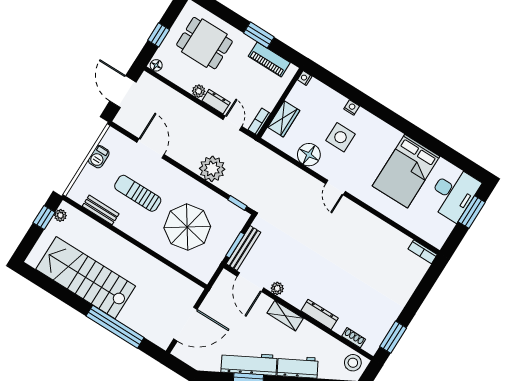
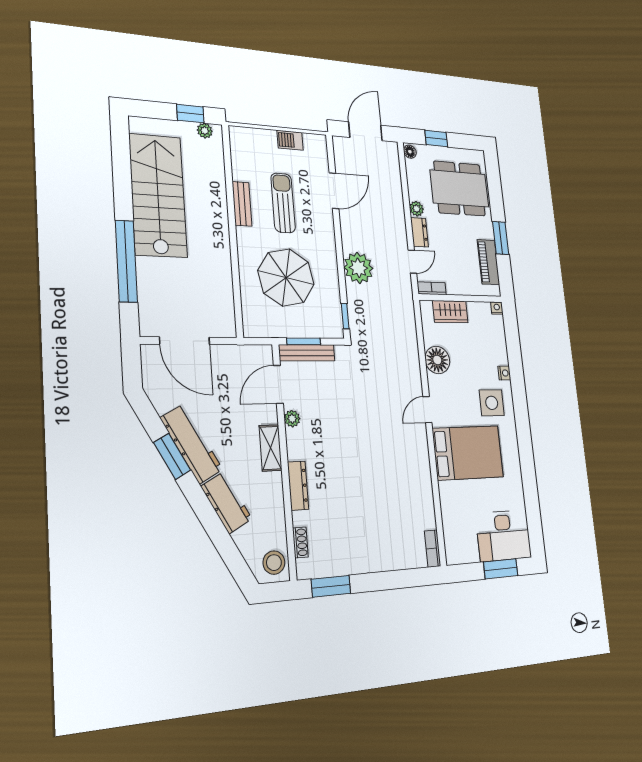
dining table: (204, 43) -> (459, 189), width x1.37
side table: (341, 137) -> (492, 403), moved
bed: (406, 171) -> (468, 453), moved, turned 180
bench: (101, 210) -> (242, 204), moved

